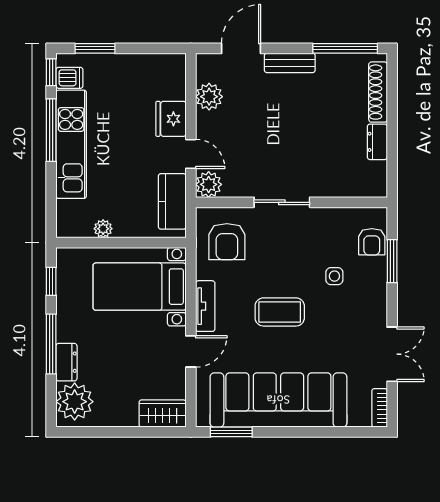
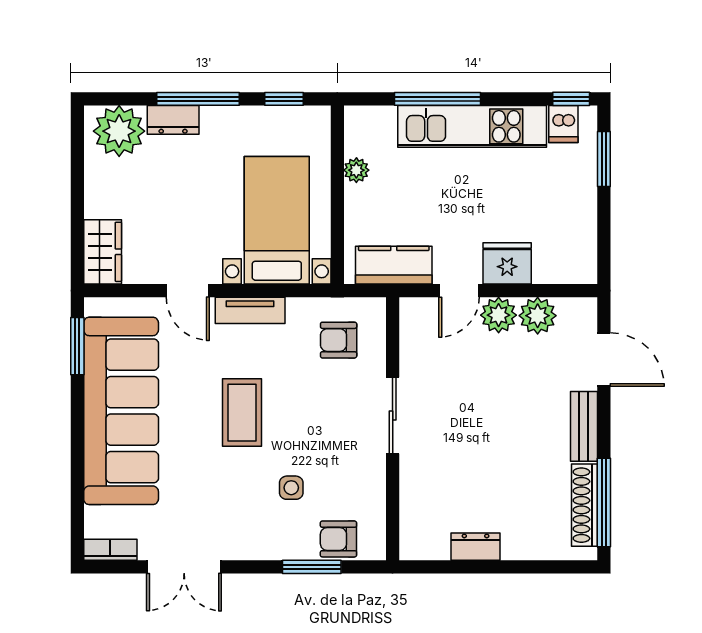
shoe rack: (378, 92) -> (585, 505), moved, turned -90
window: (51, 130) -> (437, 99), moved
plant: (209, 184) -> (499, 315), moved
armchair: (227, 242) -> (339, 340), width x0.72, depth x0.72

